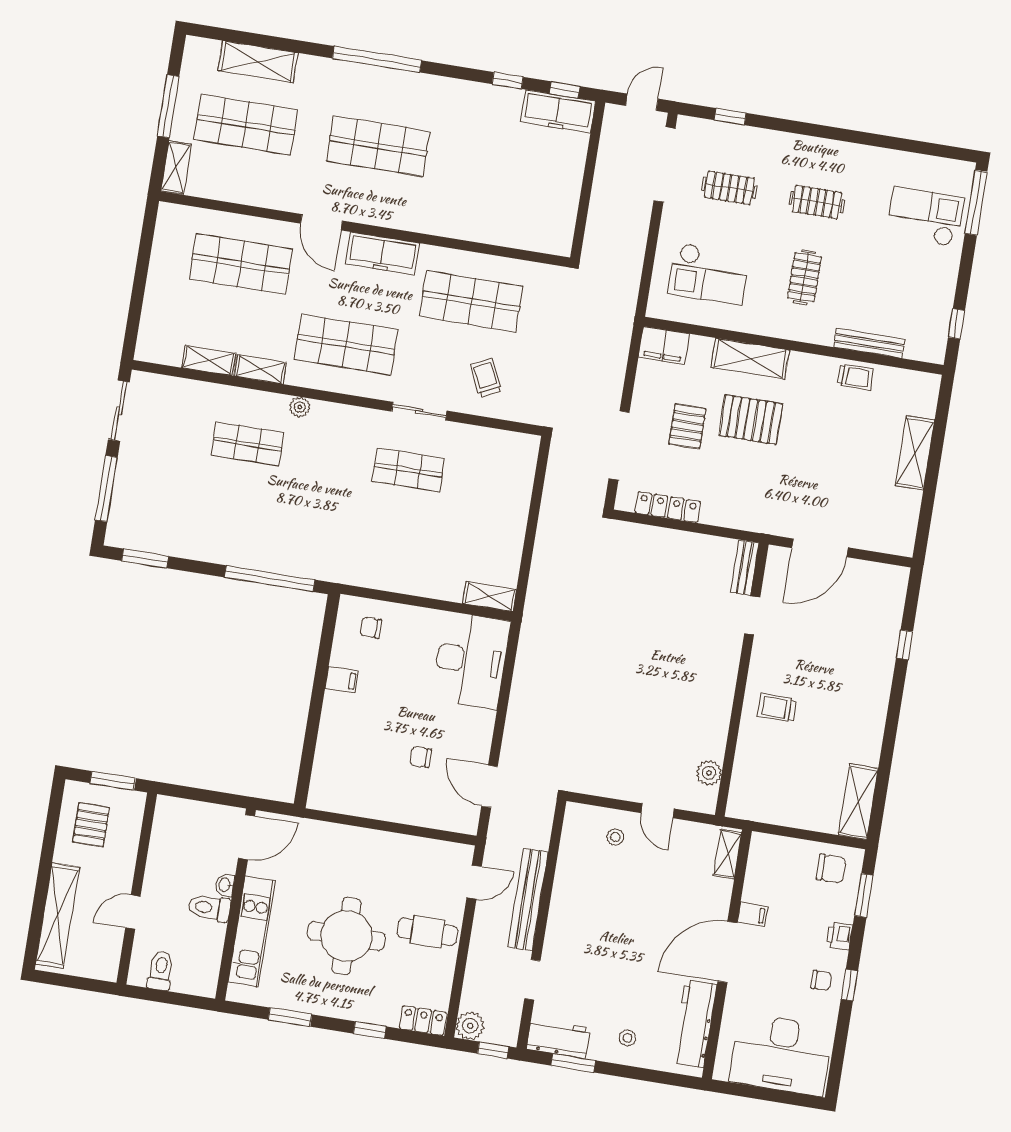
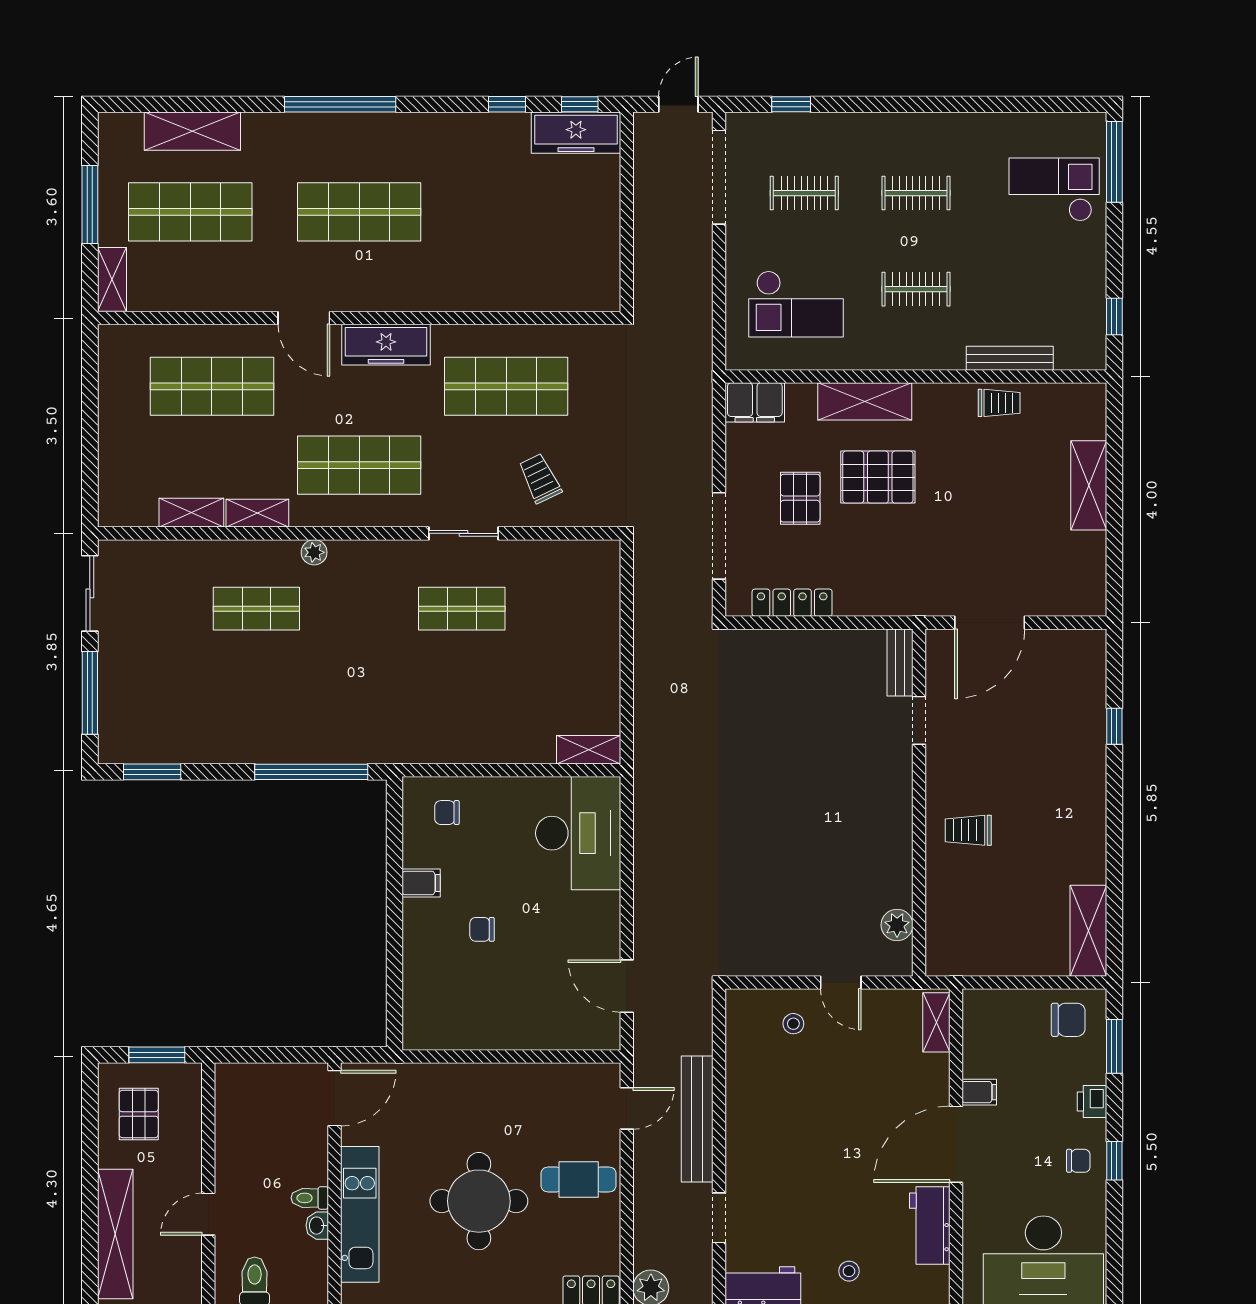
clothes rail: (805, 277) -> (916, 289), turned 90
chair: (421, 757) -> (482, 929), moved
washbasin: (225, 885) -> (317, 1226), moved
toilet: (209, 908) -> (310, 1198), width x0.73, depth x0.72
workbench: (695, 1024) -> (930, 1225), width x0.73

